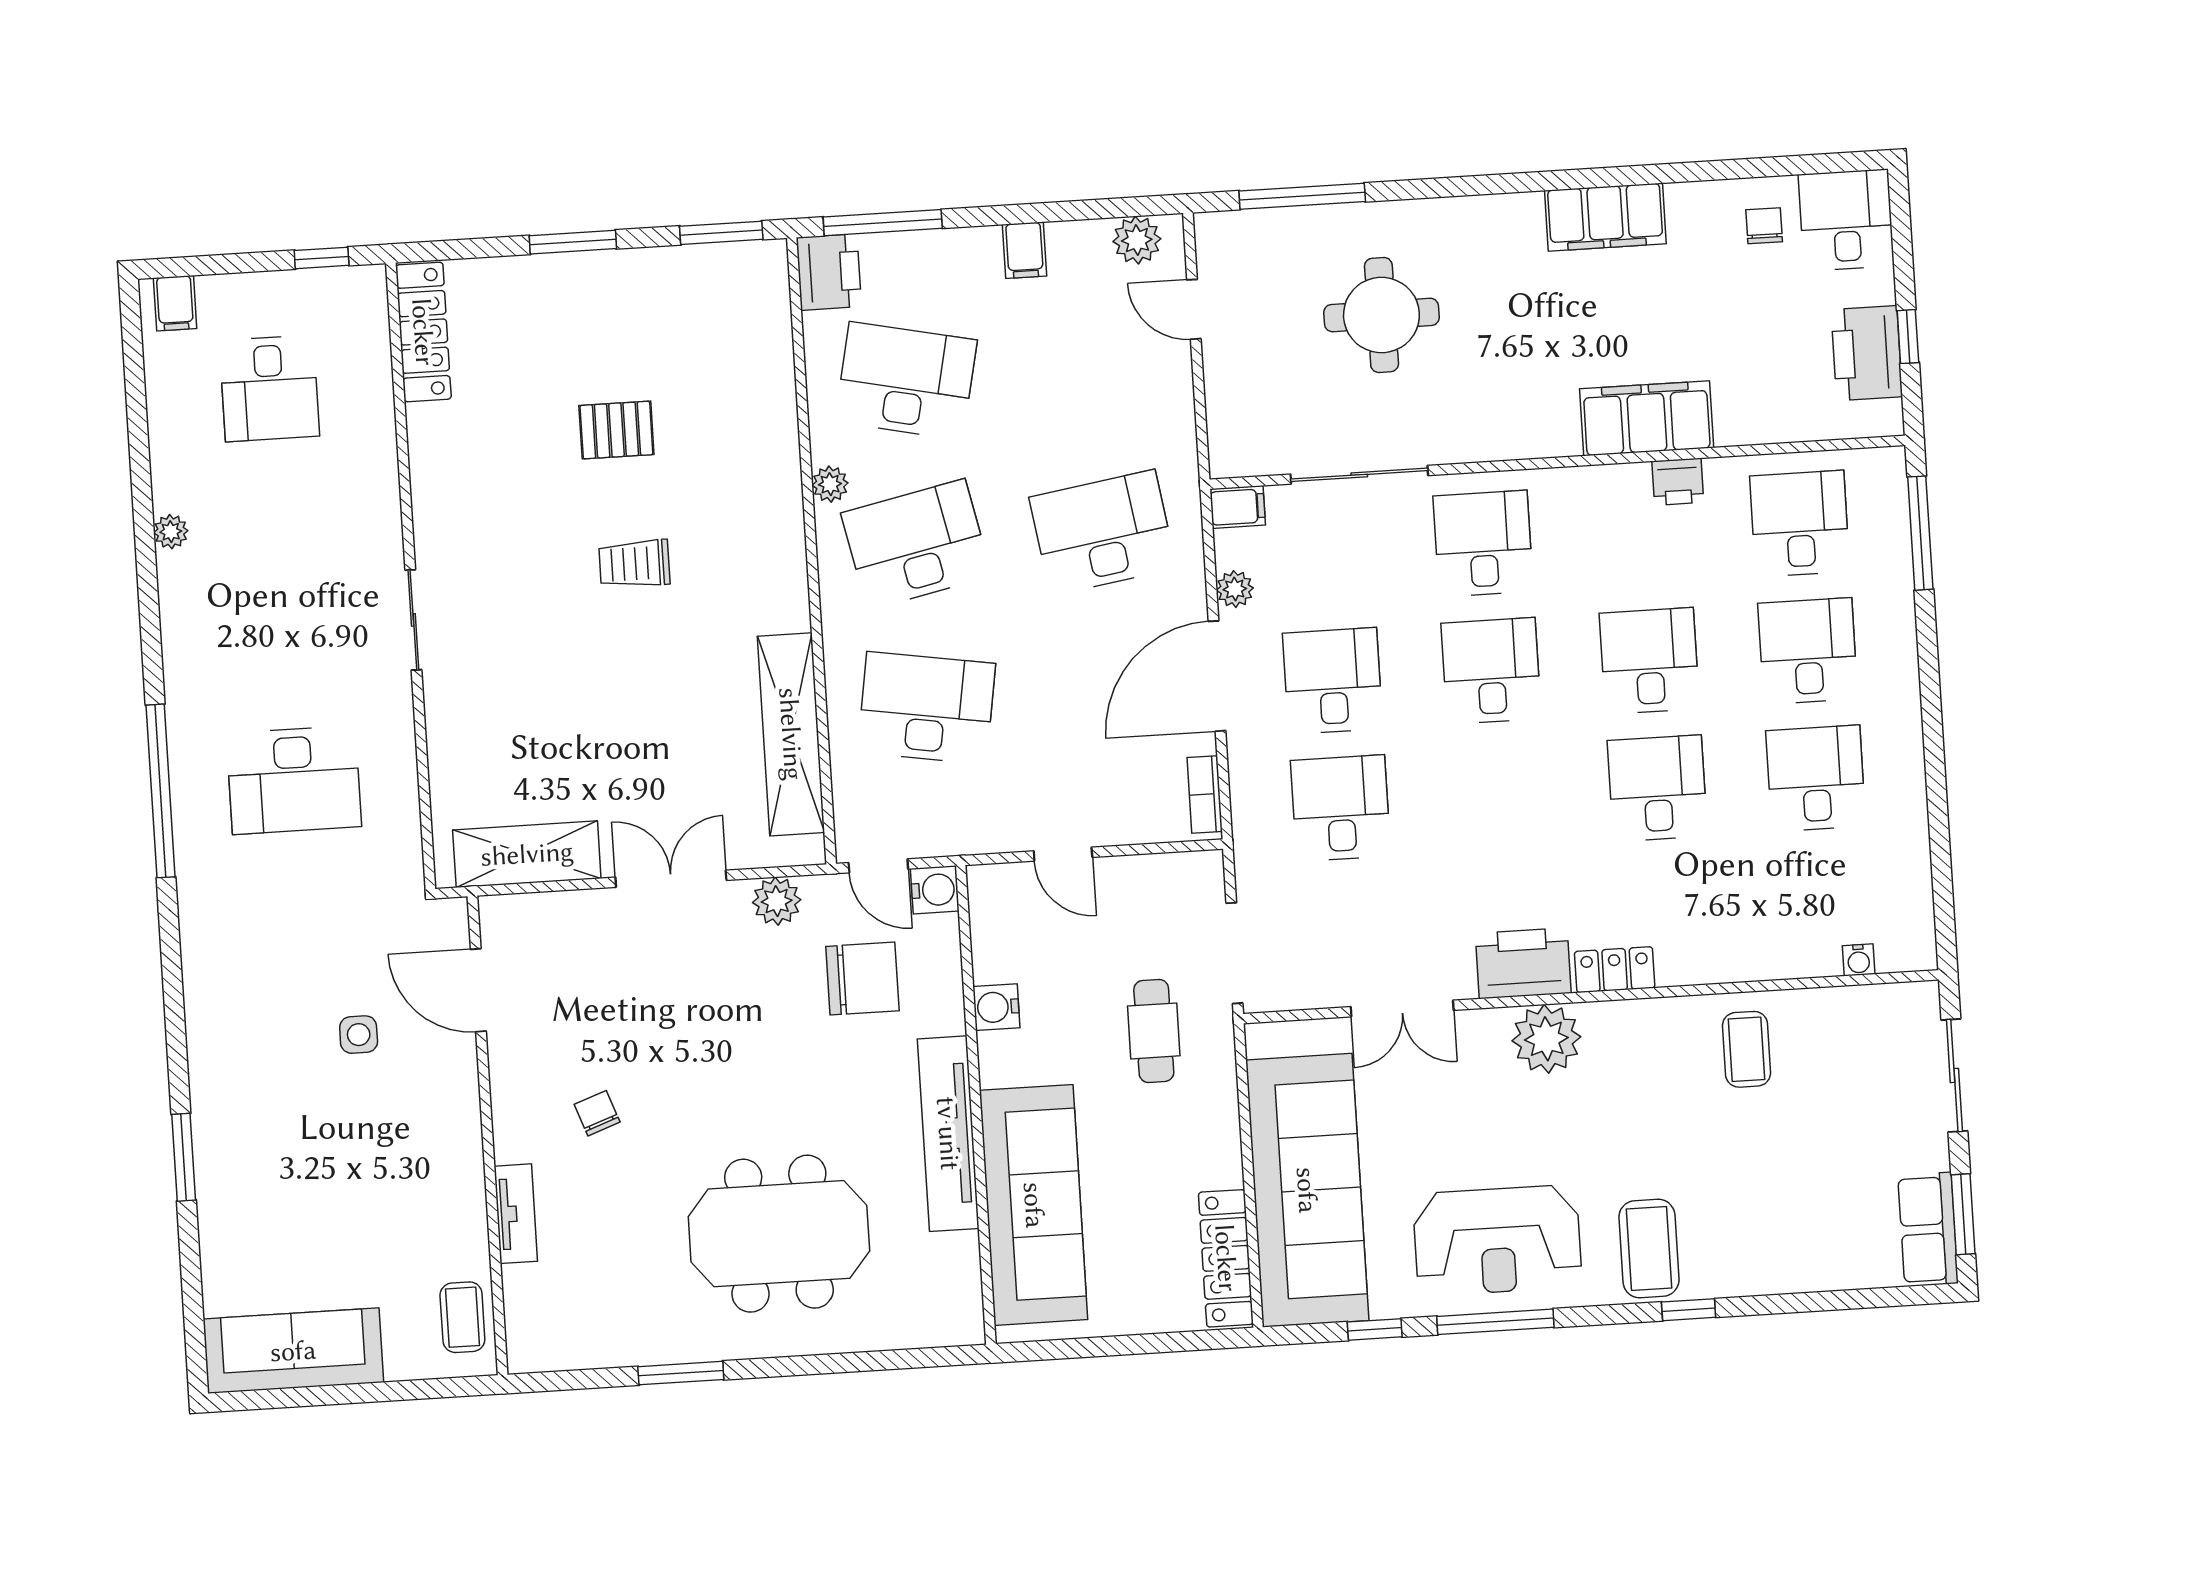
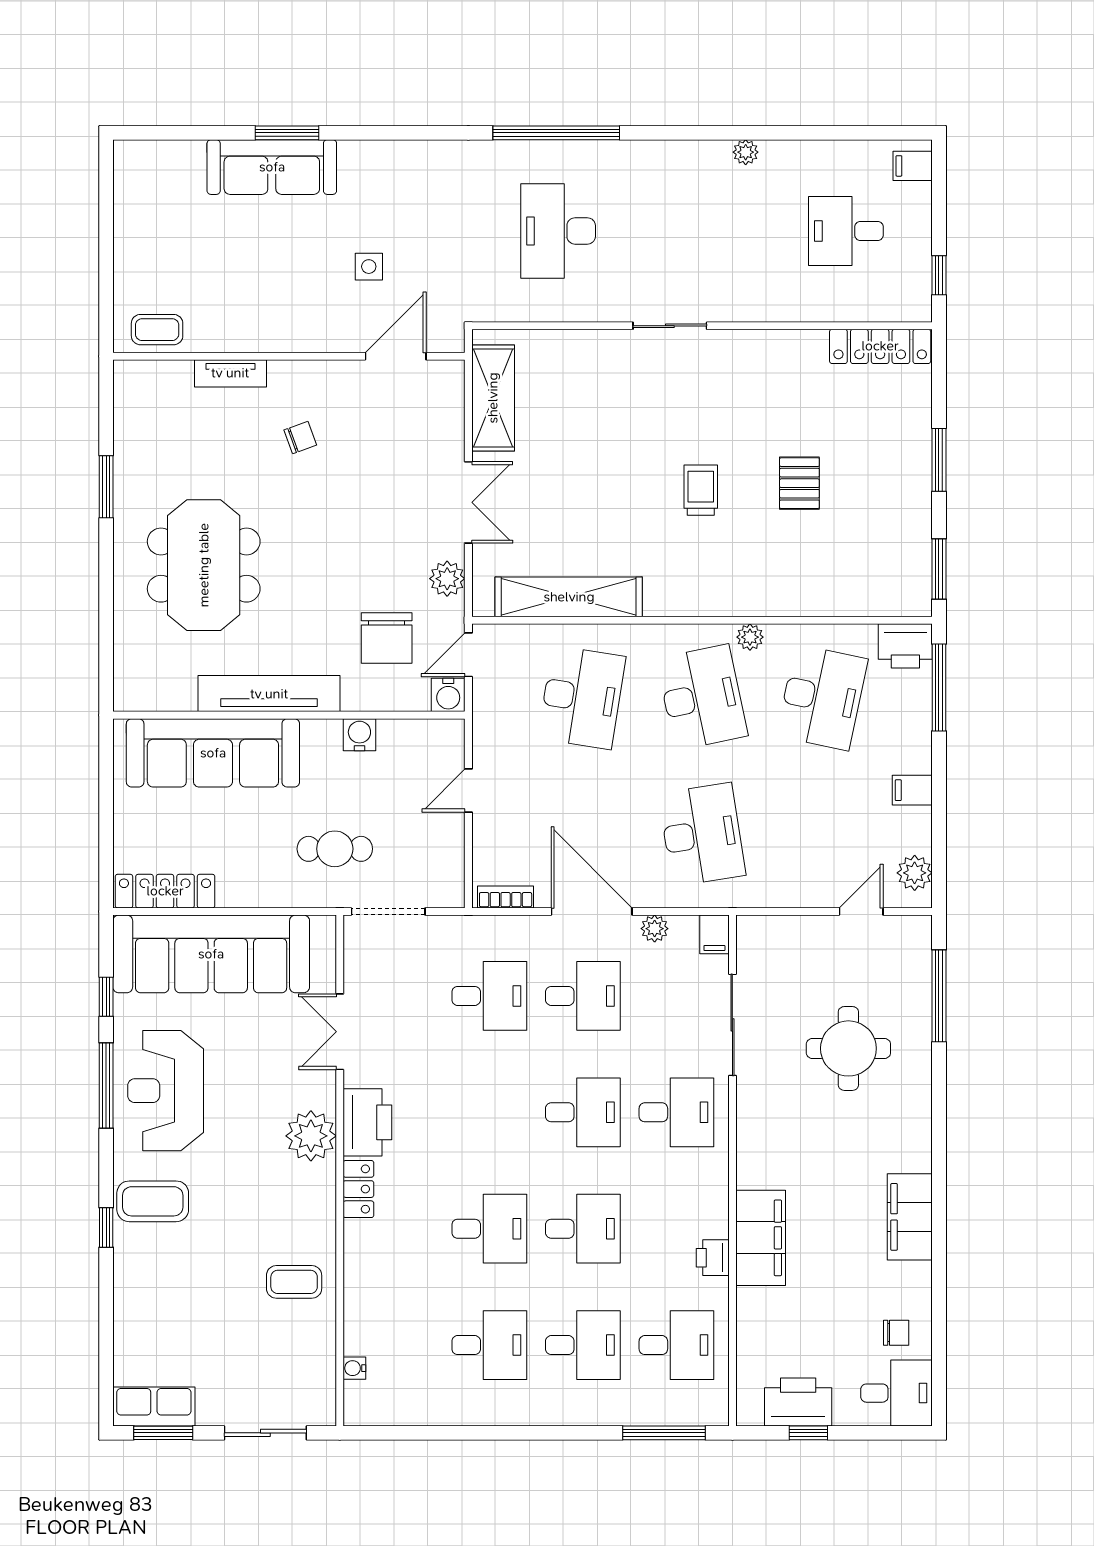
sofa: (293, 1351) -> (272, 167), moved, turned 90

